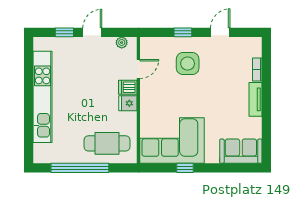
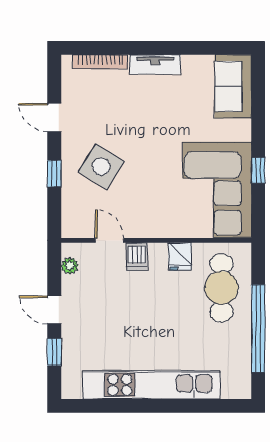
side table: (188, 64) -> (101, 167), turned 32
bookcase: (257, 70) -> (100, 62), width x1.56
fridge: (128, 103) -> (180, 256), moved

